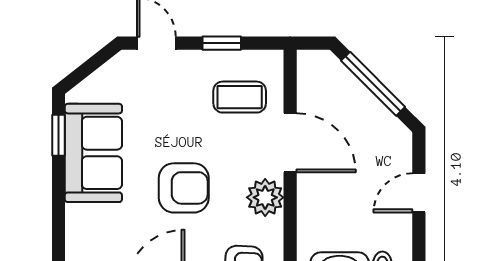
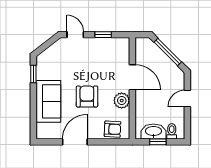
coffee table: (240, 97) -> (111, 58), removed
sofa: (93, 153) -> (48, 101), moved
armchair: (184, 188) -> (87, 96), turned -90

